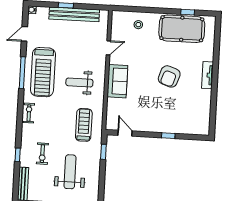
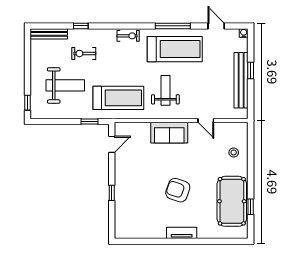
treadmill: (43, 72) -> (175, 49), turned 180
treadmill: (84, 125) -> (118, 98), width x1.37, depth x1.38

